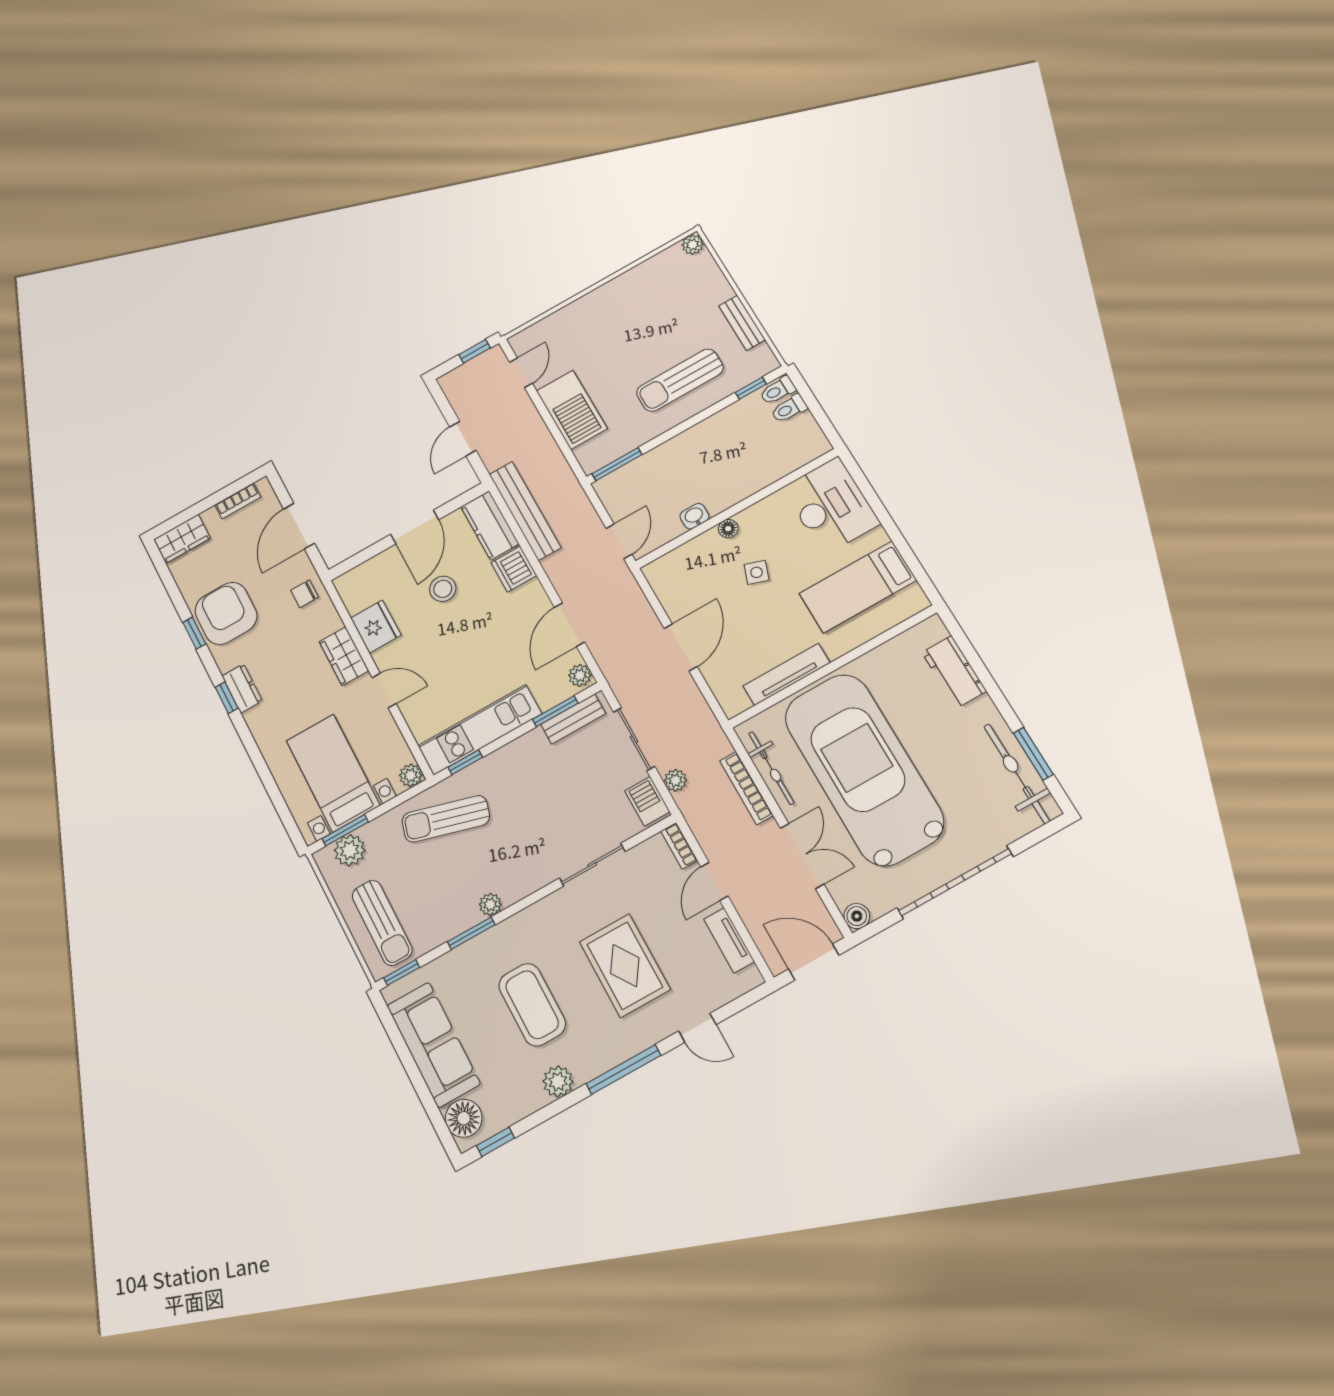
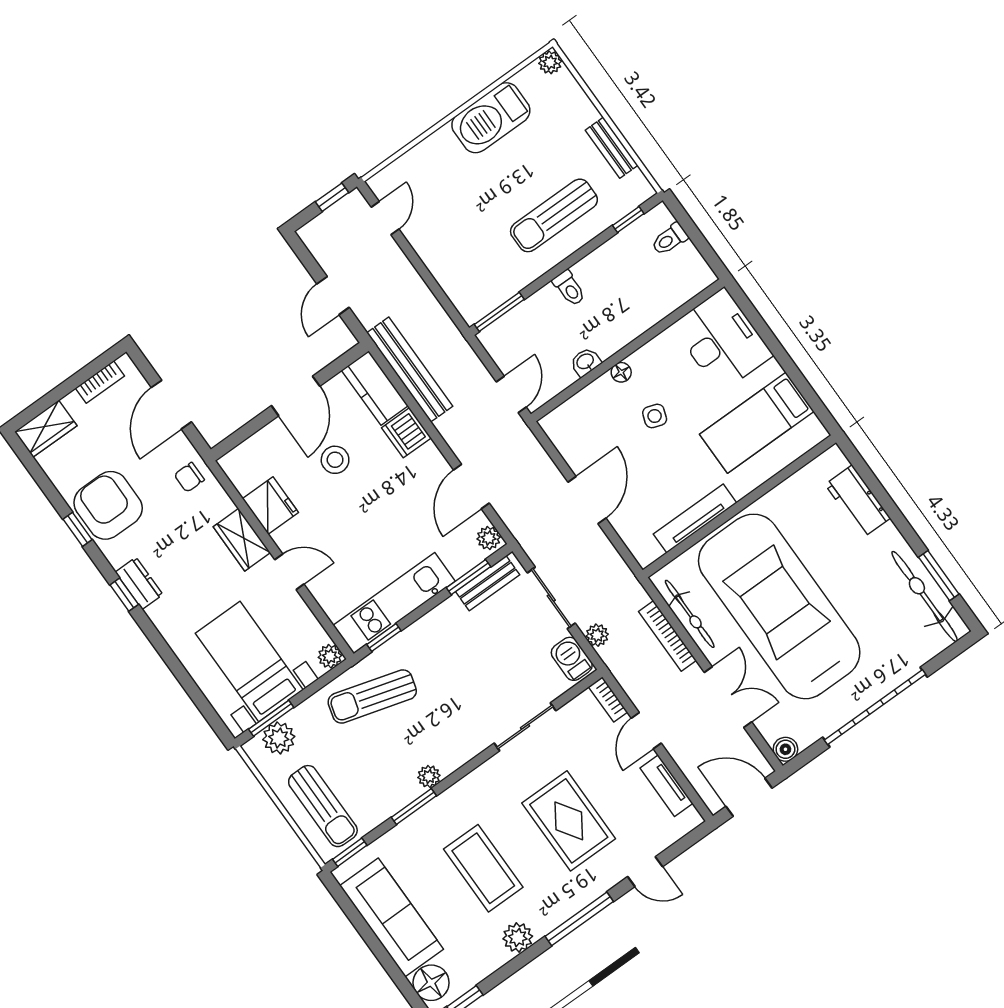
toilet: (778, 390) -> (569, 288), moved, turned -90
barbecue: (572, 410) -> (491, 118), moved, turned 90

